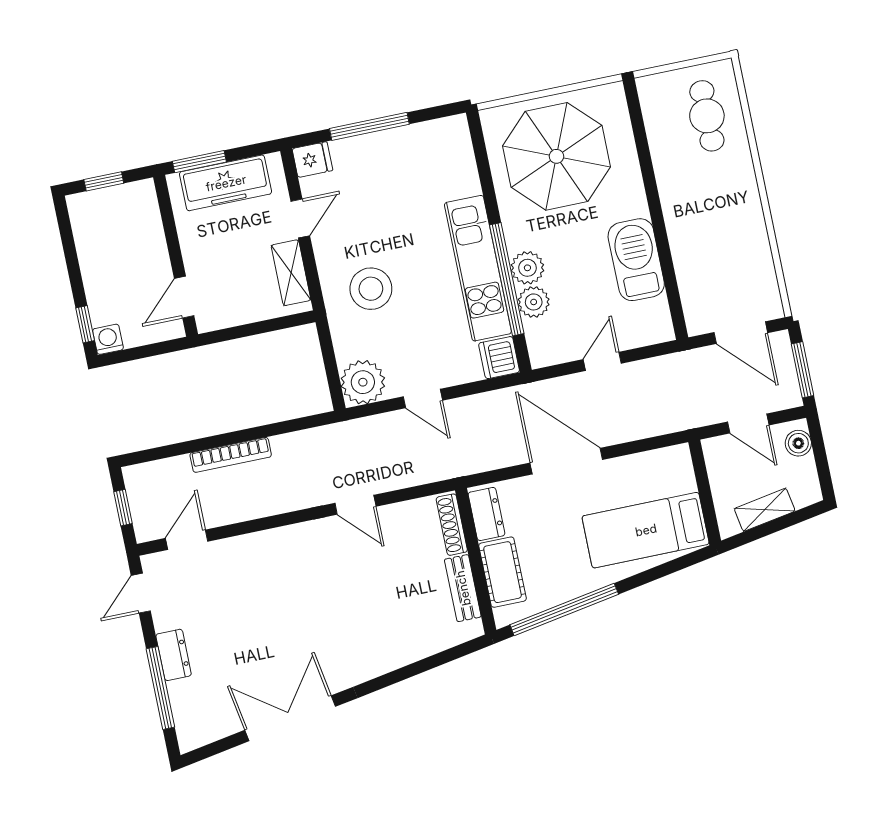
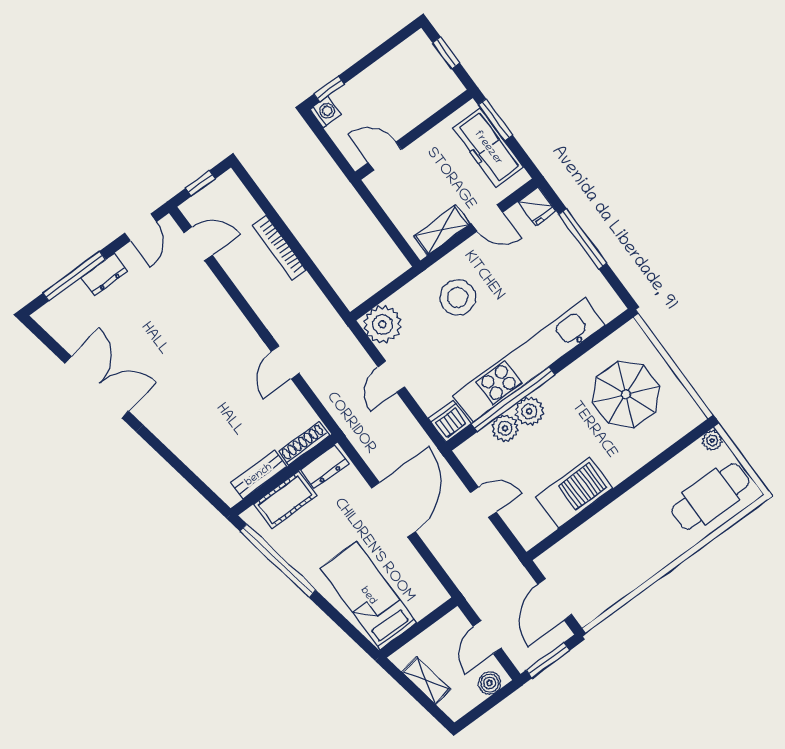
plant: (648, 87) -> (712, 441), added
cafe table: (707, 116) -> (710, 496), width x1.37, depth x1.35
parasol: (556, 156) -> (626, 394), width x0.73, depth x0.73
kitchen unit: (478, 268) -> (529, 360), width x1.36
door: (141, 593) -> (141, 227), swing flipped

